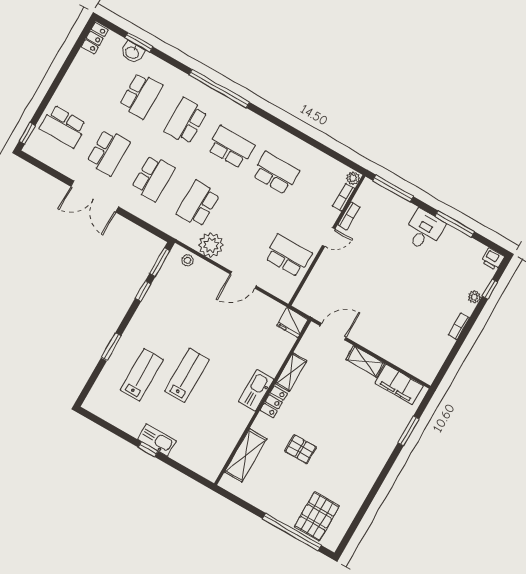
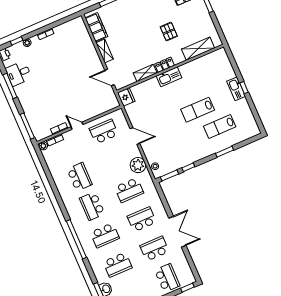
school desk: (141, 95) -> (118, 265), turned 180
school desk: (276, 173) -> (80, 177), turned 180
desk: (424, 230) -> (19, 73), moved
school desk: (288, 256) -> (104, 132), turned 90

